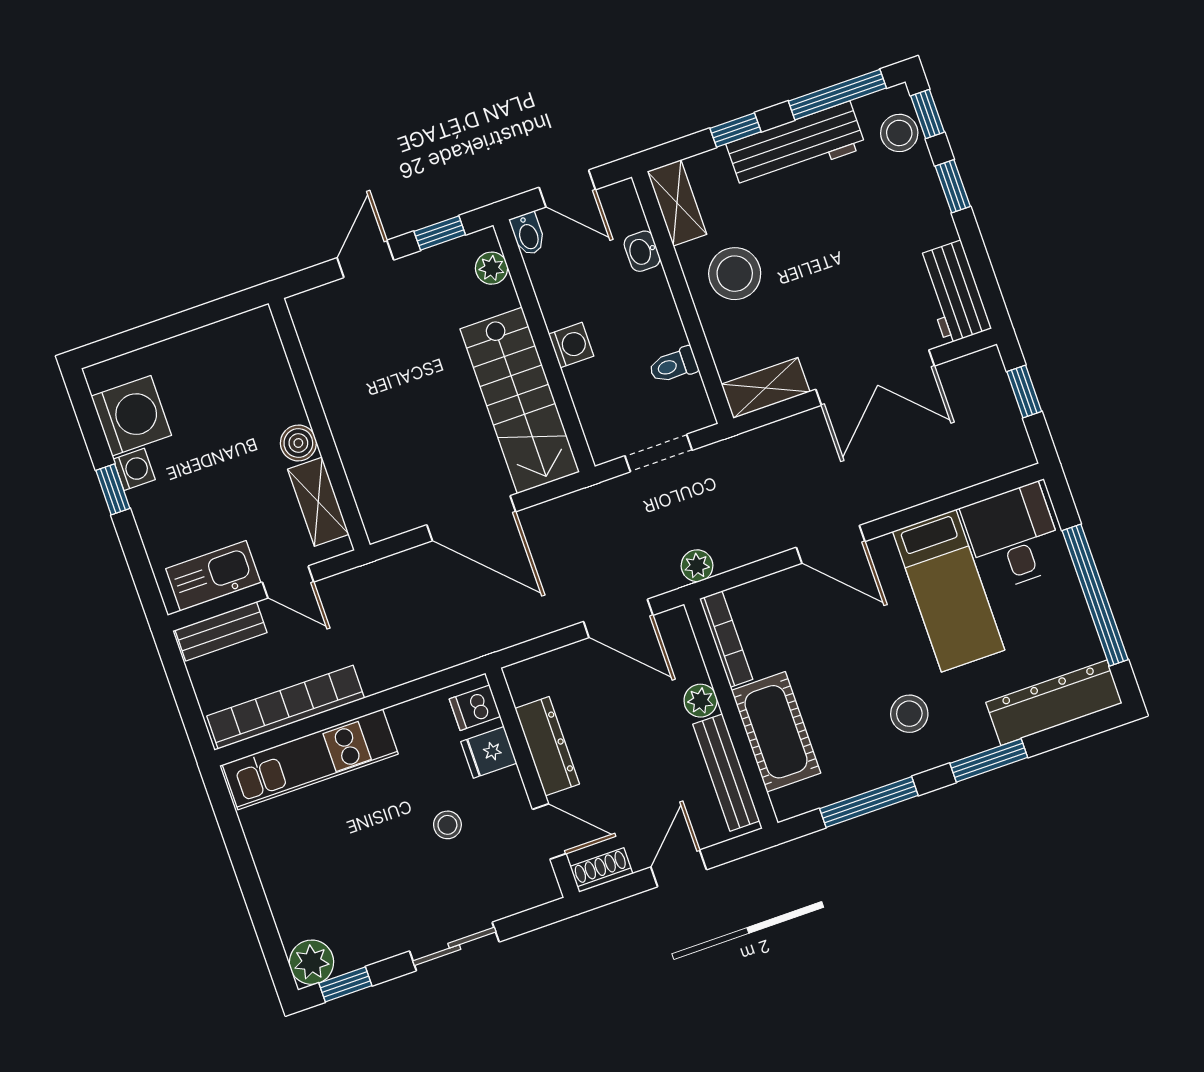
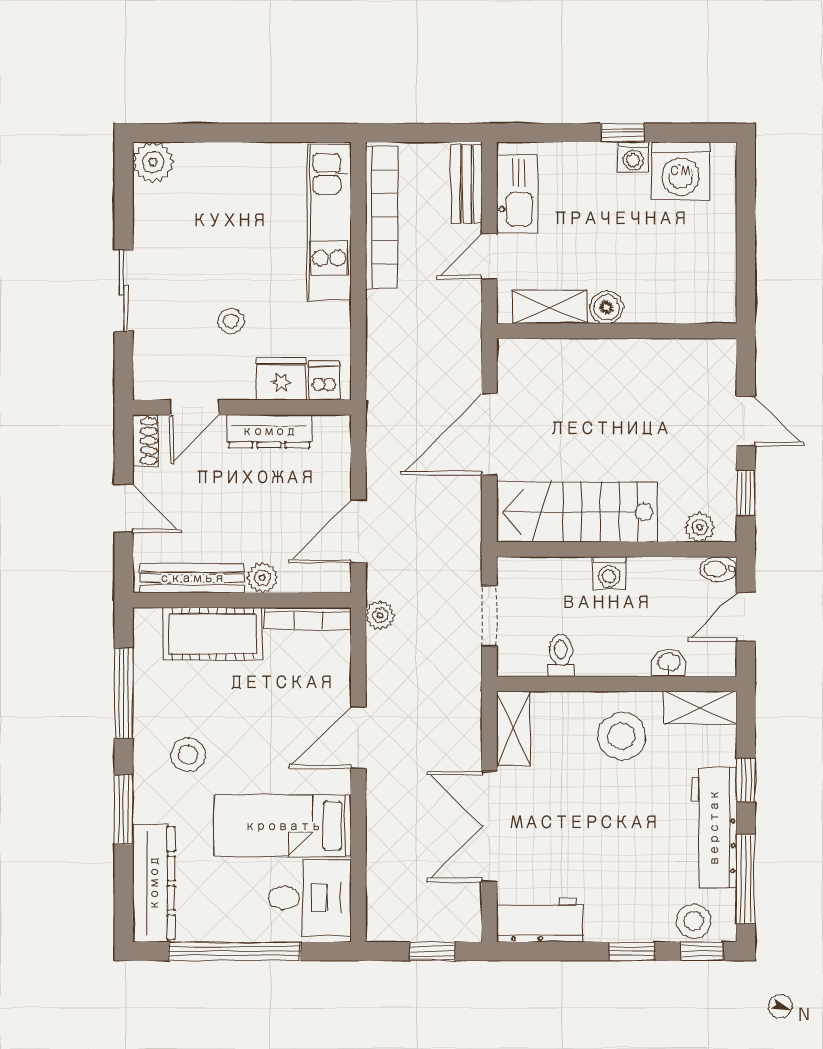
fridge: (489, 752) -> (281, 379), width x1.38
window: (345, 984) -> (124, 185), removed

